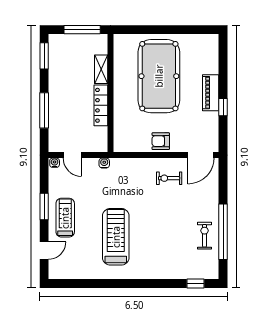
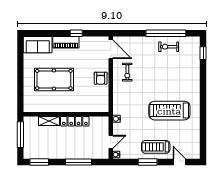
sofa: (207, 54) -> (38, 45), added
pool table: (159, 76) -> (54, 80), width x0.73, depth x0.76

